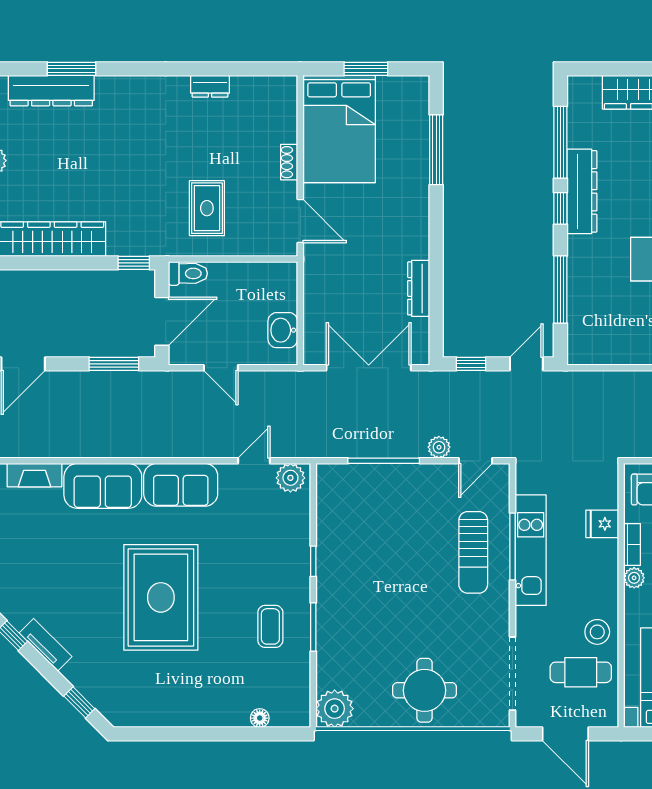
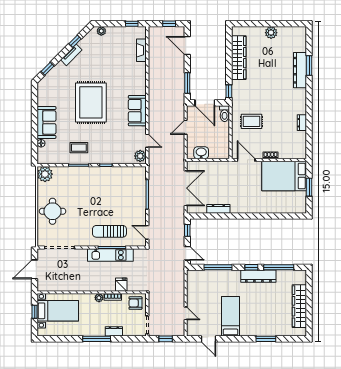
dresser: (51, 91) -> (300, 70), moved
window: (436, 150) -> (276, 216), removed
door: (300, 221) -> (246, 160), swing flipped
plant: (439, 447) -> (153, 217), removed
sofa: (103, 486) -> (47, 122), moved, turned 180
rug: (161, 597) -> (91, 102), turned 90
stool: (597, 632) -> (77, 283), removed
cafe table: (581, 672) -> (60, 276), removed

